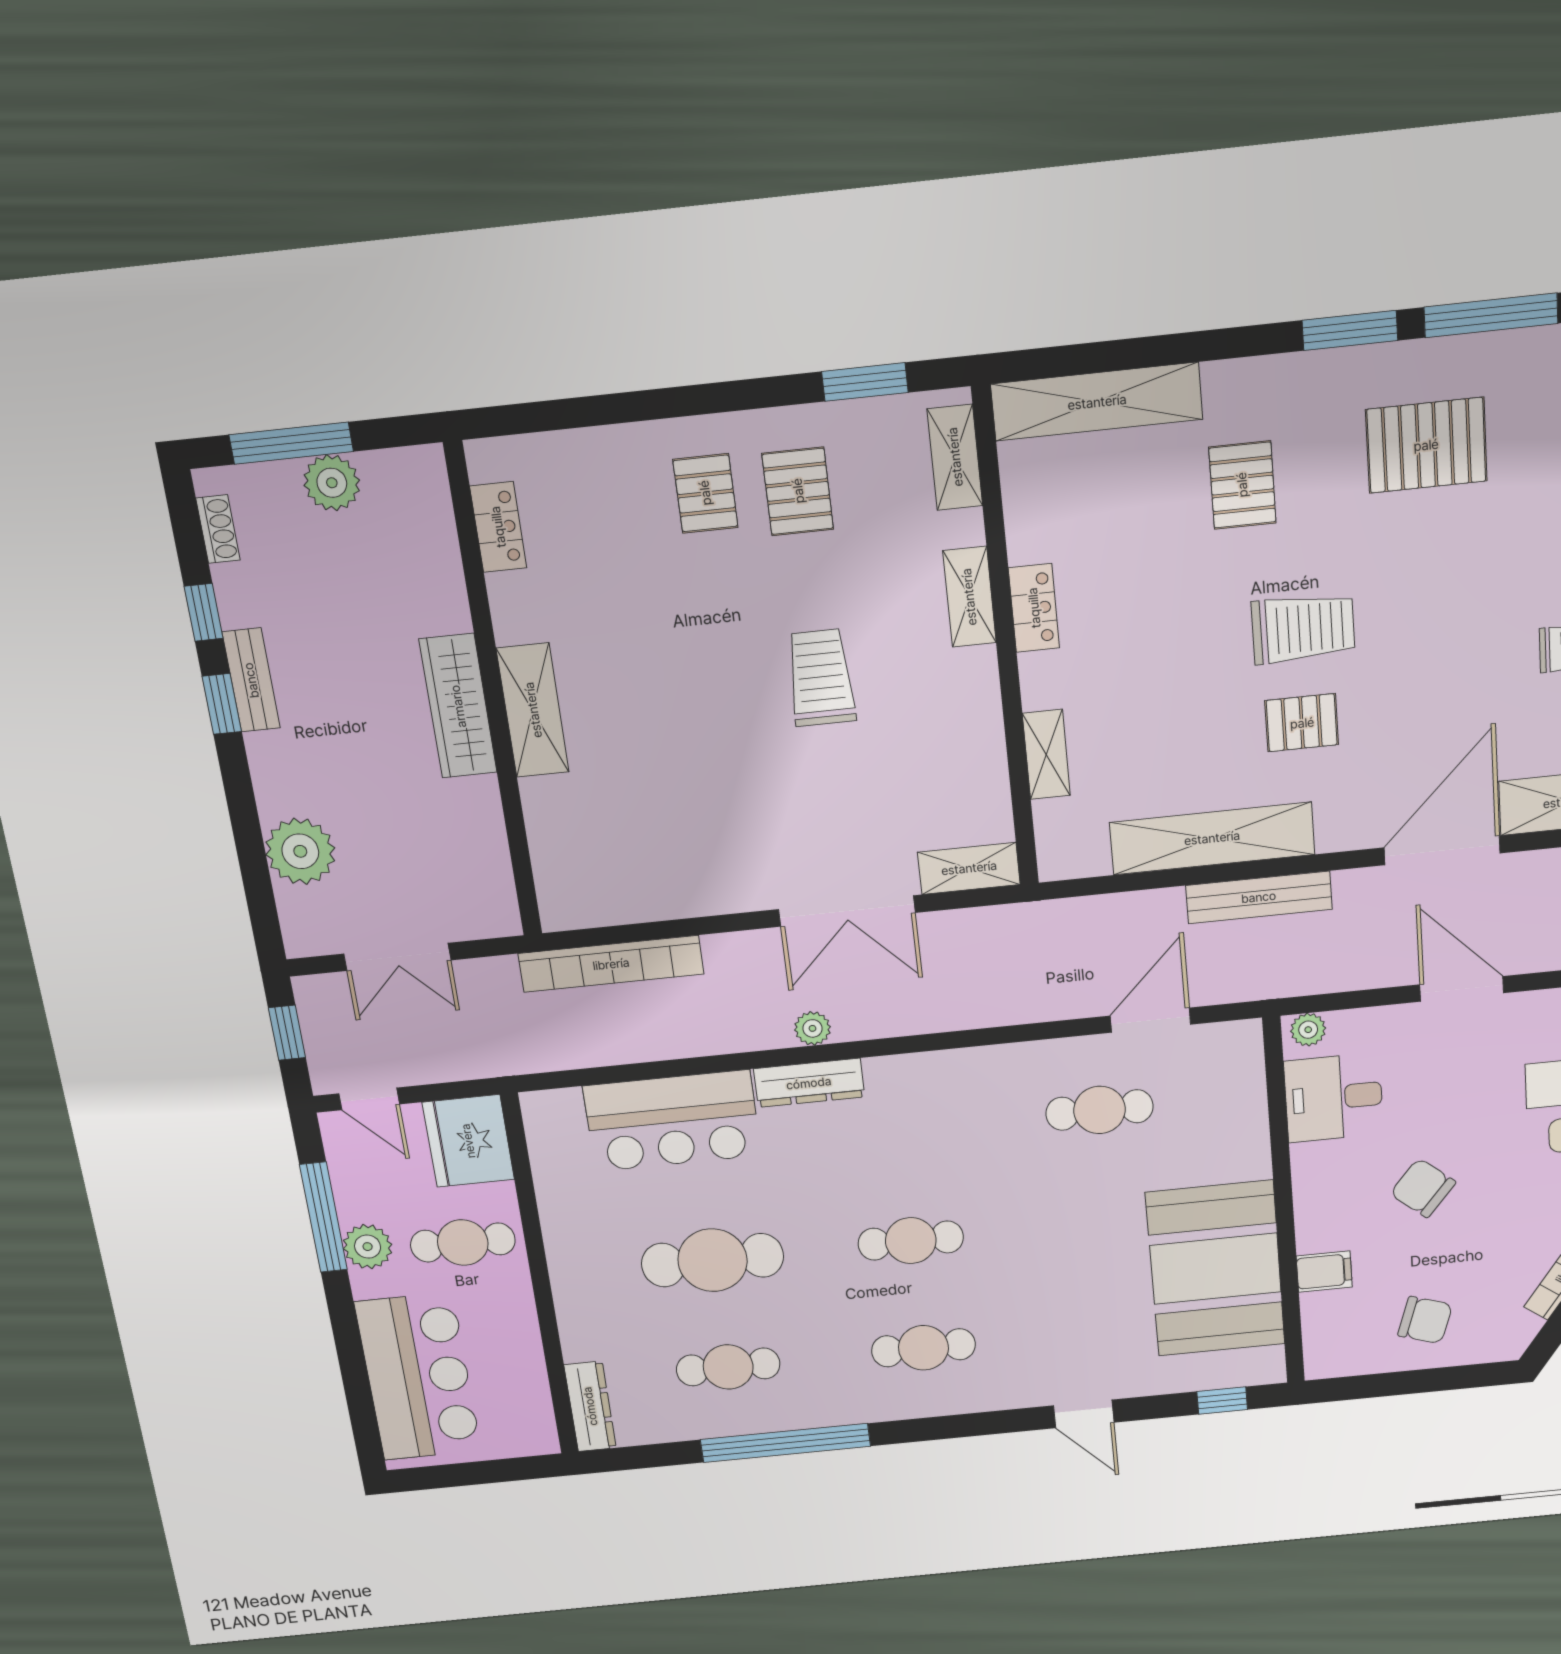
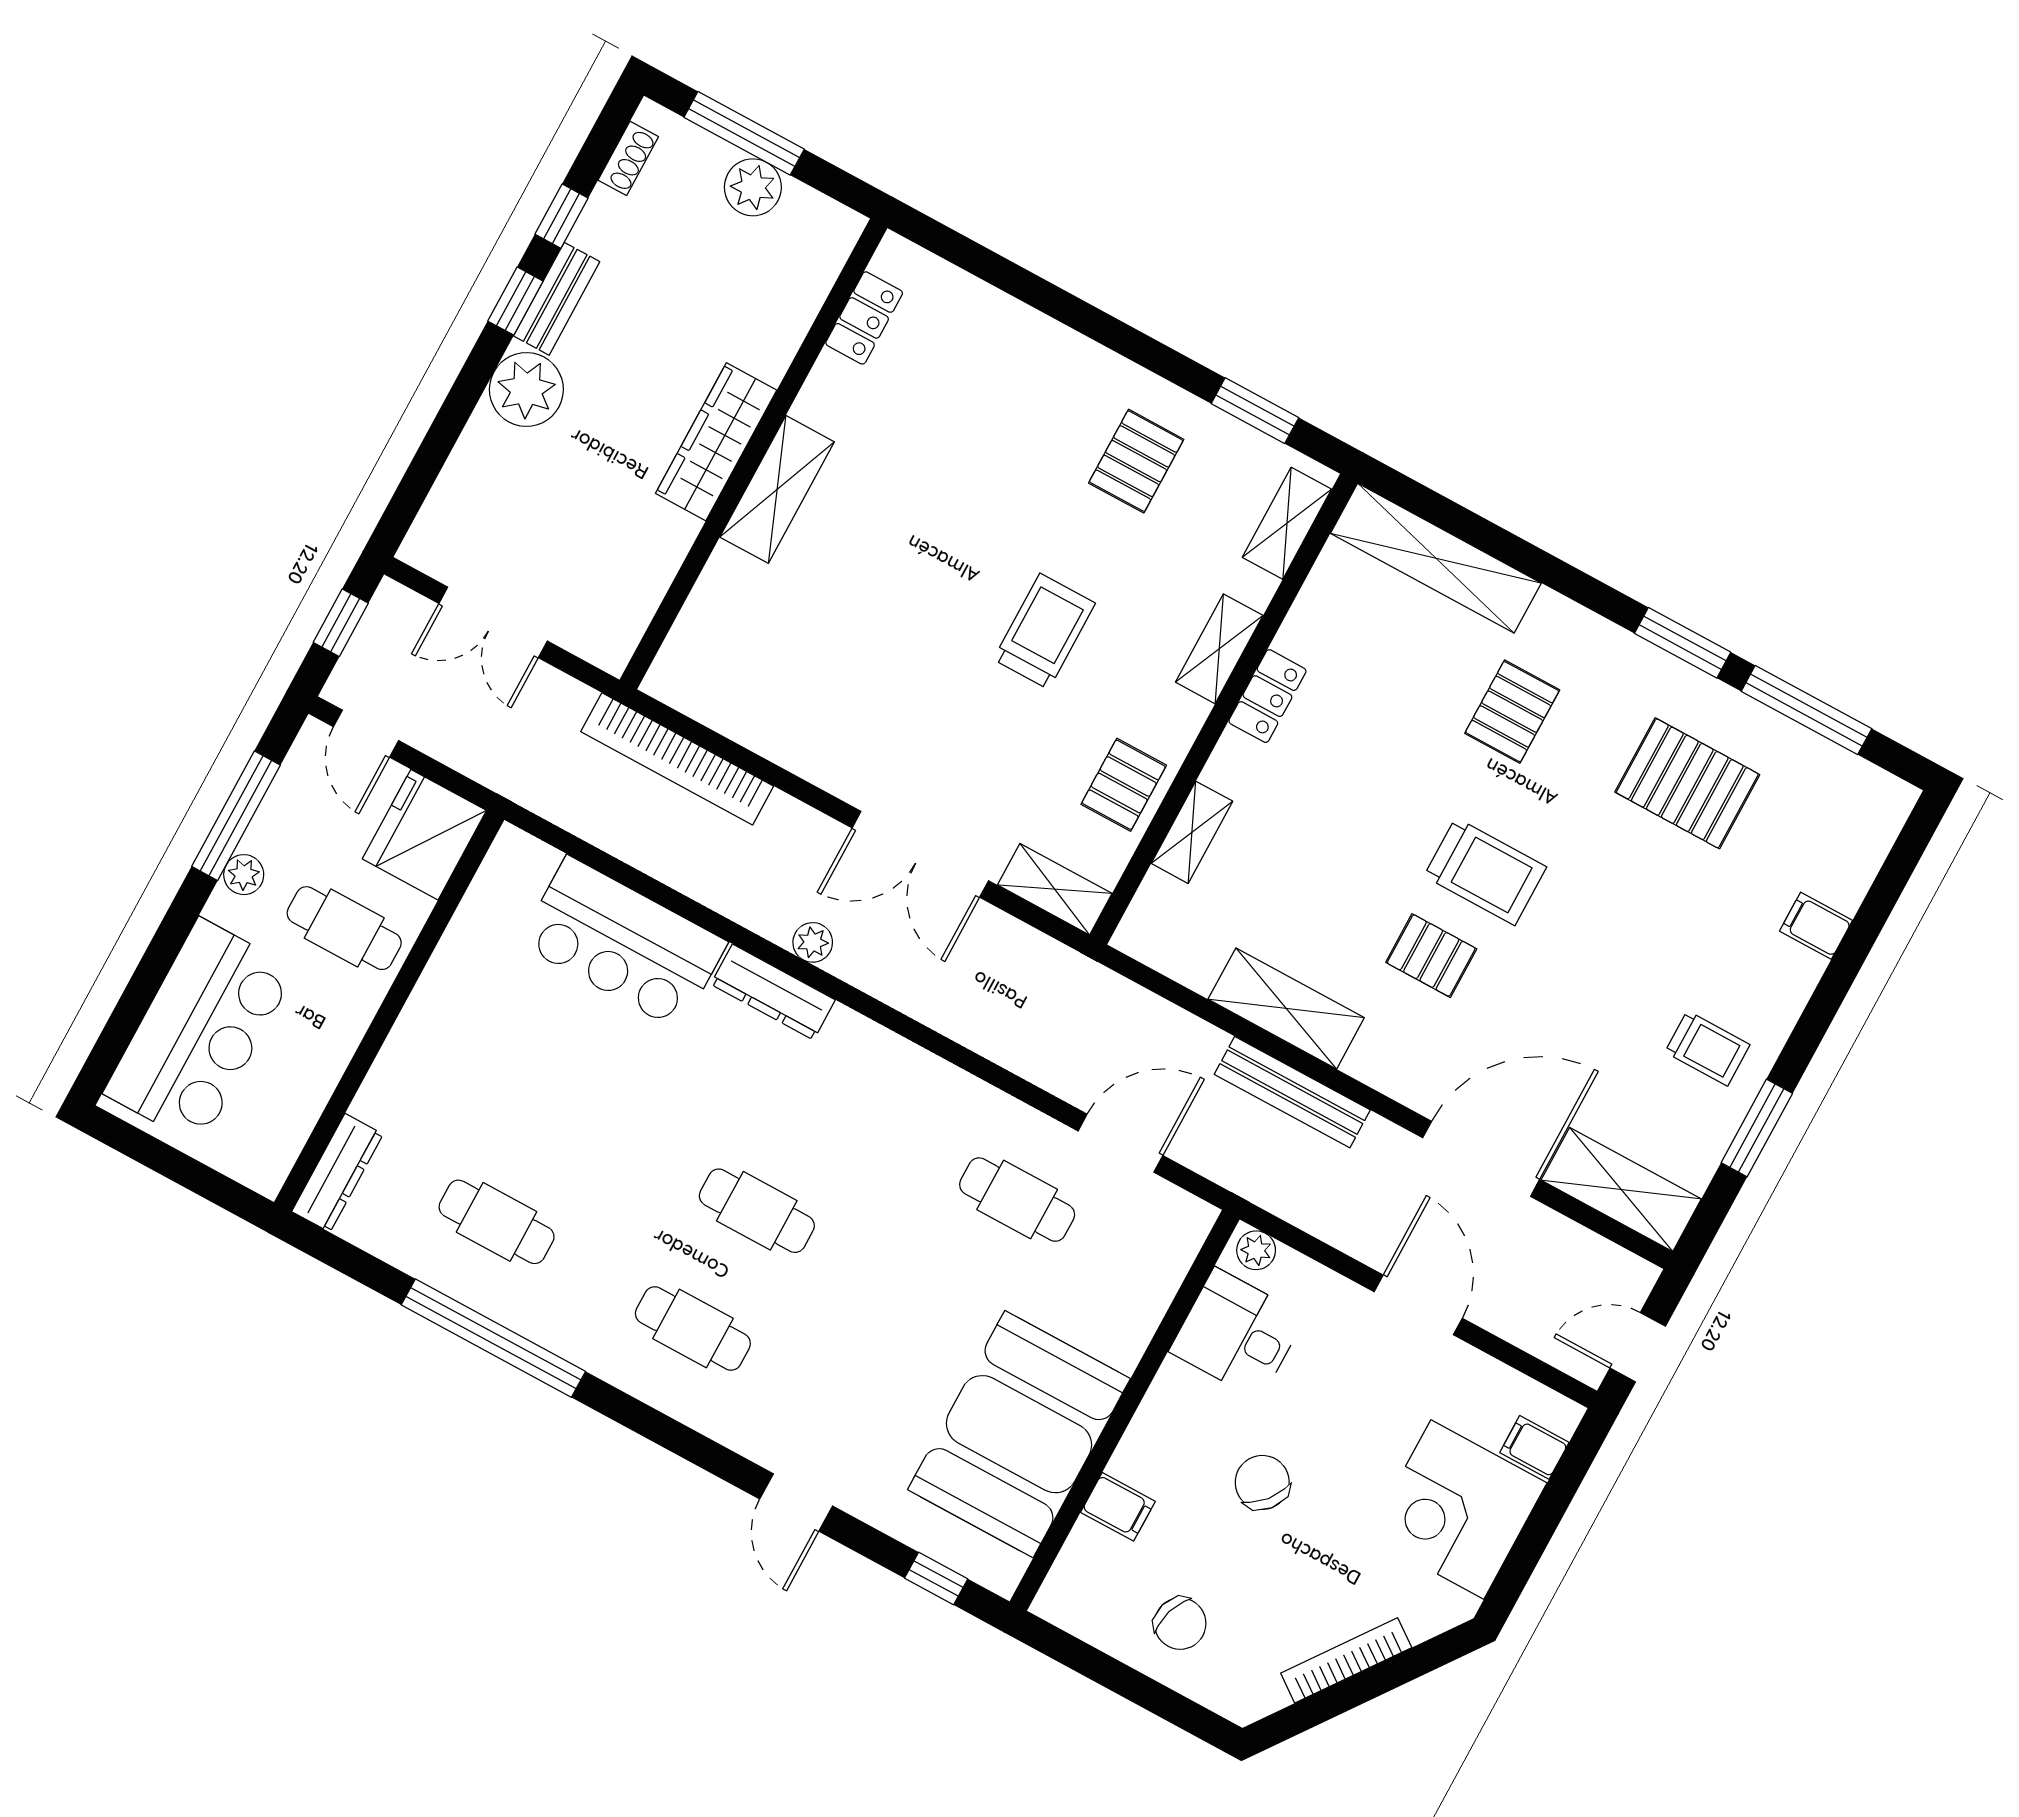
pallet: (705, 493) -> (1124, 785), moved
shelving: (1212, 838) -> (1286, 1008), width x0.68
plant: (300, 851) -> (526, 389), moved
plant: (368, 1247) -> (244, 875), width x0.73, depth x0.73
cafe table: (713, 1260) -> (560, 1104), removed

